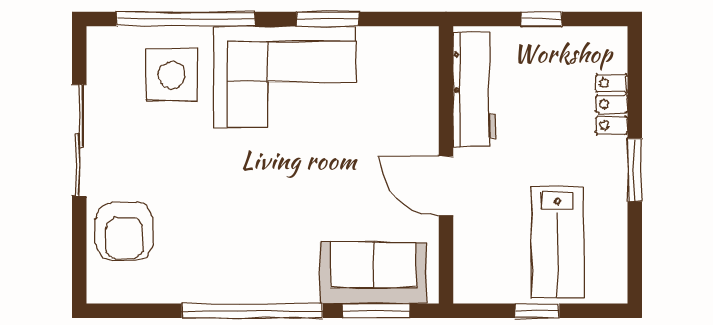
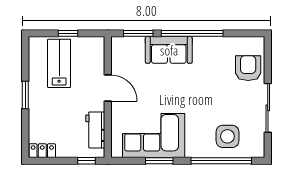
window: (541, 19) -> (87, 161), moved
corner sofa: (285, 77) -> (154, 136), moved
workbench: (474, 90) -> (95, 130), width x0.73
locker: (612, 104) -> (42, 151), moved, turned -90
sofa: (373, 273) -> (169, 50), moved

